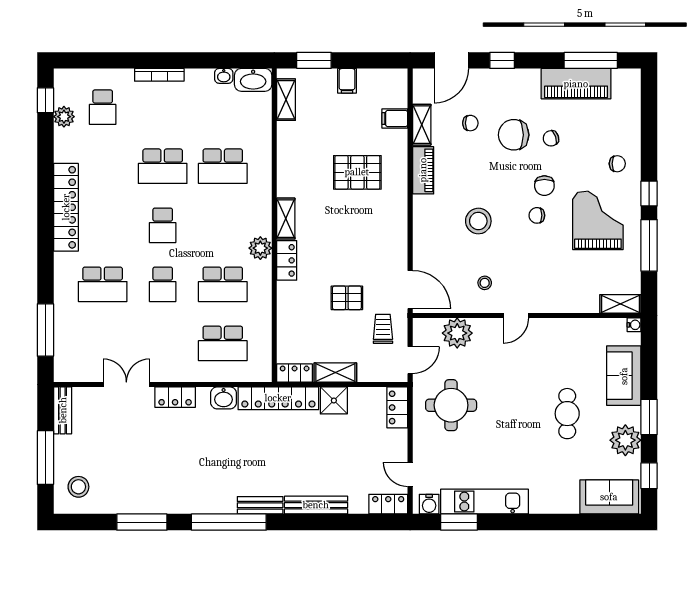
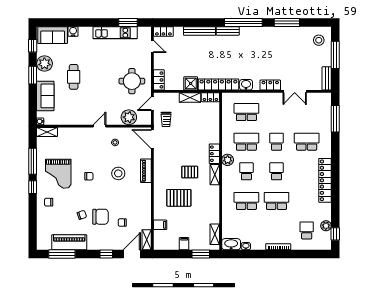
shelving: (422, 125) -> (147, 240), moved
piano: (423, 170) -> (146, 171), moved
chair: (544, 186) -> (85, 191), removed
school desk: (223, 225) -> (246, 171), added
pallet: (347, 298) -> (190, 172), moved
water cooler: (429, 504) -> (73, 31), moved

